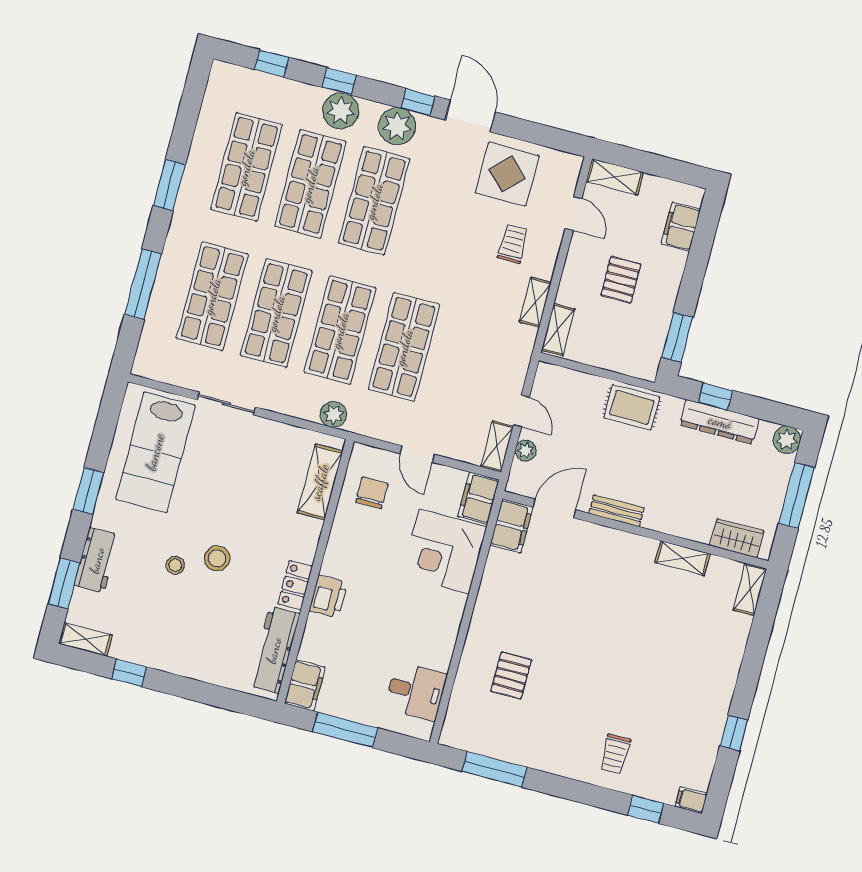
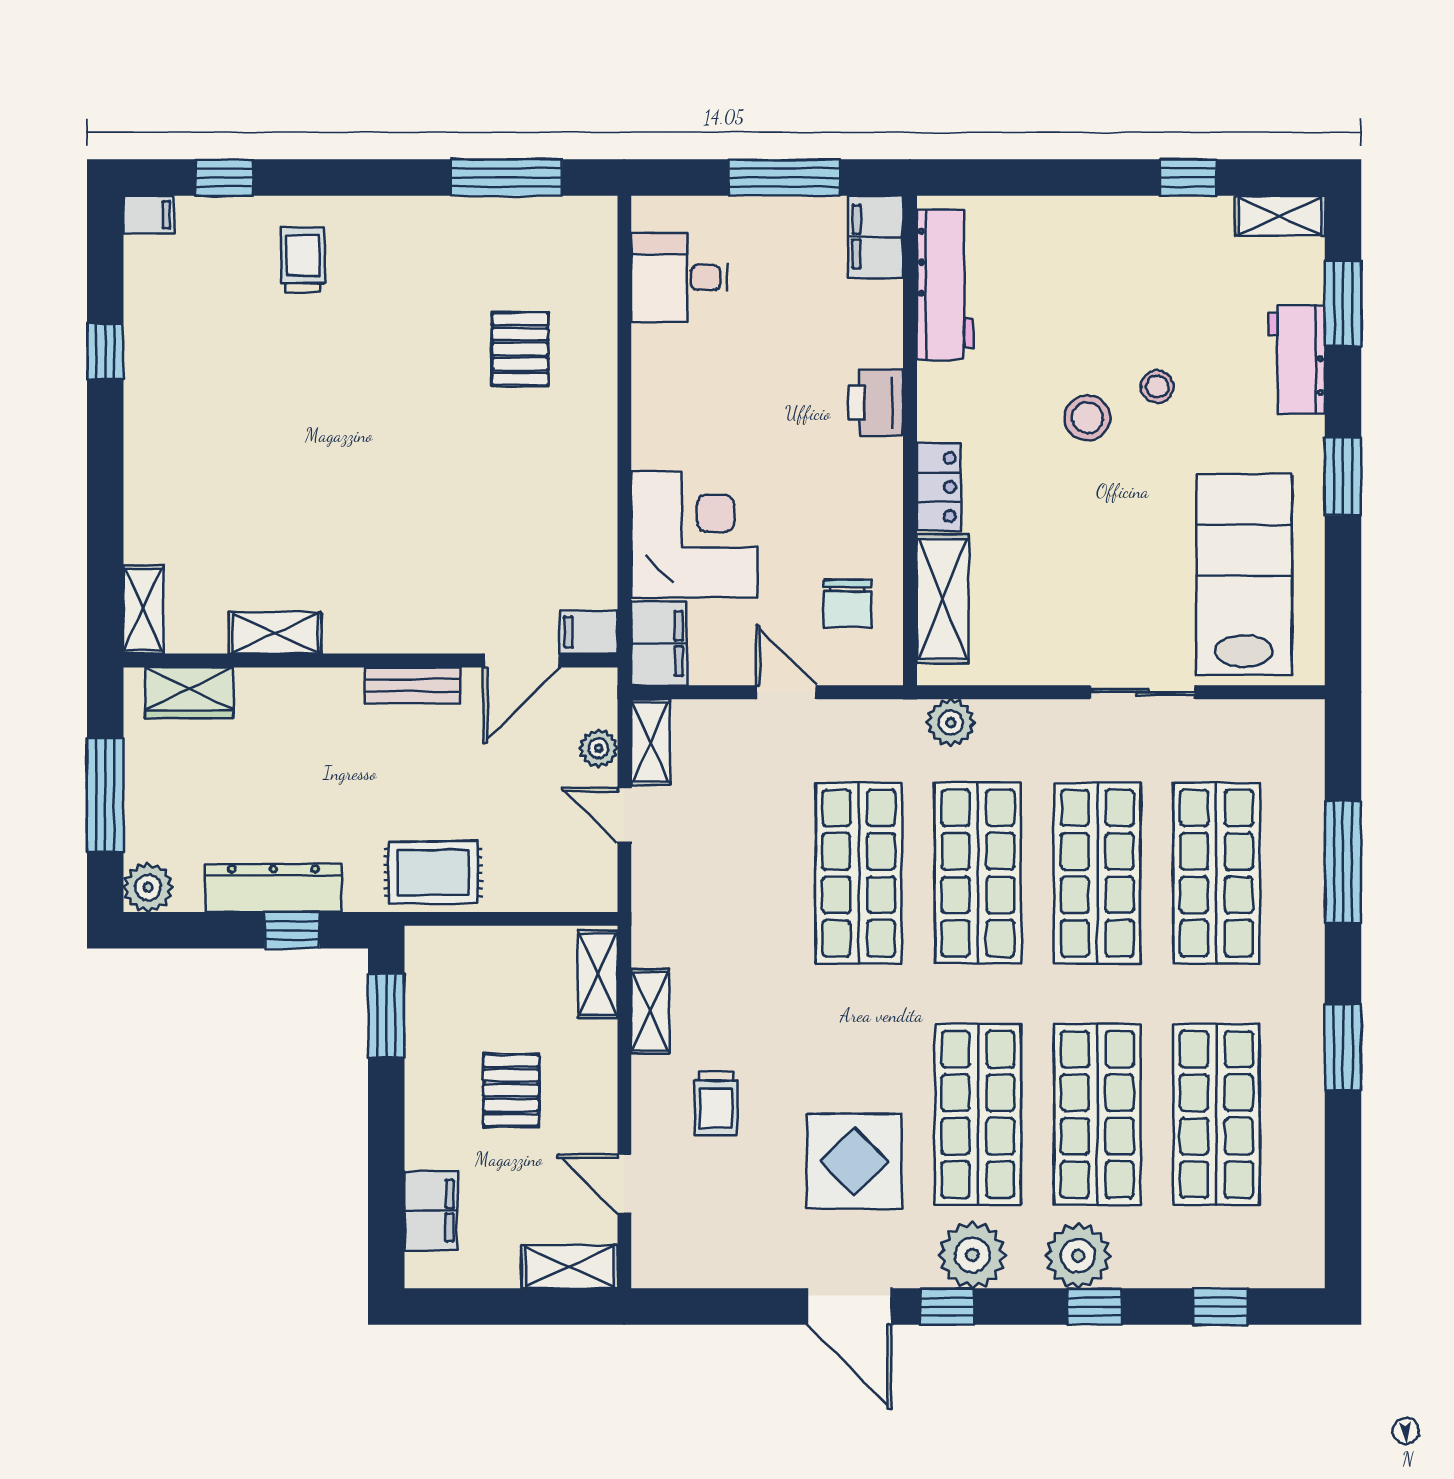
display table: (507, 174) -> (854, 1161), moved
filing cabinet: (511, 526) -> (589, 632), width x0.50
locker: (295, 585) -> (939, 487), moved

